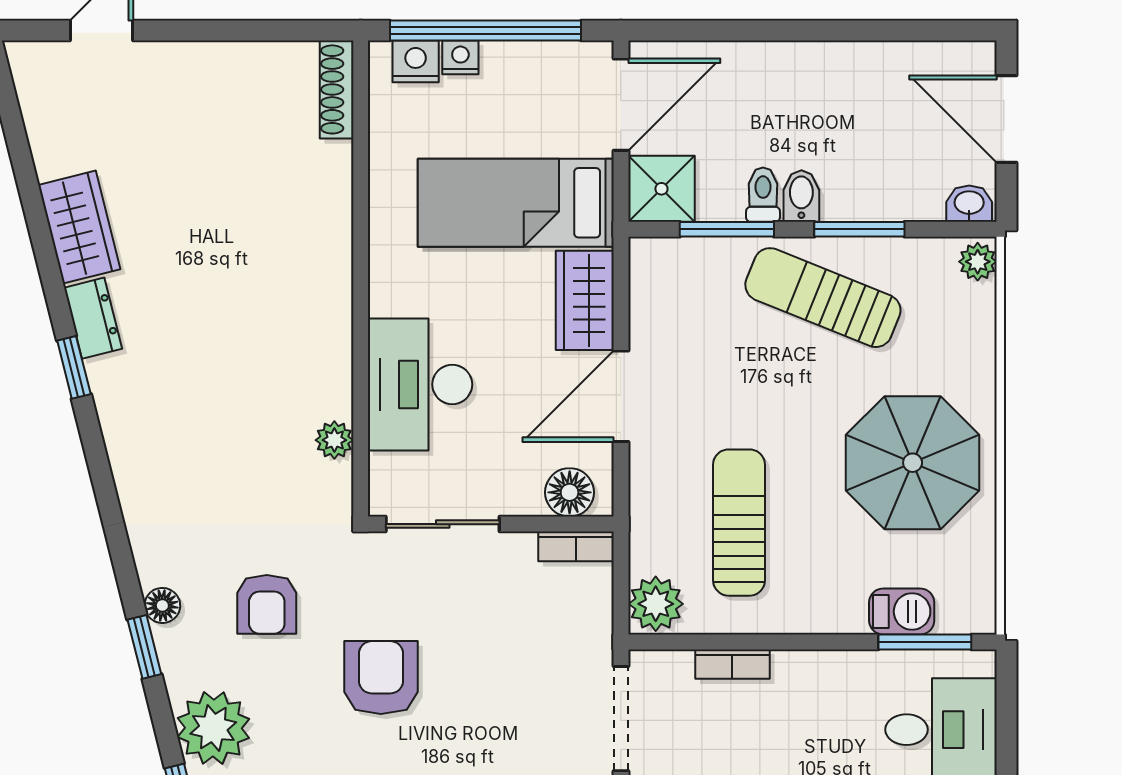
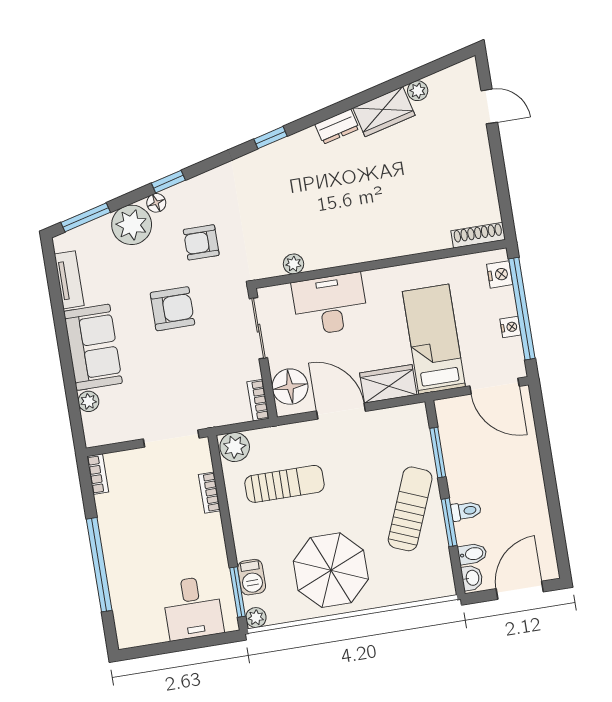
nightstand: (460, 57) -> (510, 327), moved
plant: (51, 158) -> (418, 91), added
shower: (661, 189) -> (454, 415), removed
toilet: (763, 195) -> (466, 511), moved
bidet: (801, 196) -> (472, 554), moved
plant: (978, 262) -> (256, 617), moved
window: (74, 367) -> (271, 138), moved
floor lamp: (570, 492) -> (290, 387), width x1.38, depth x1.38
floor lamp: (162, 605) -> (156, 203), moved

